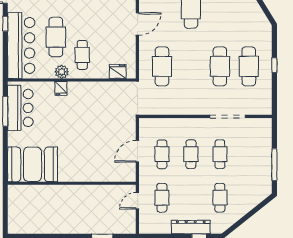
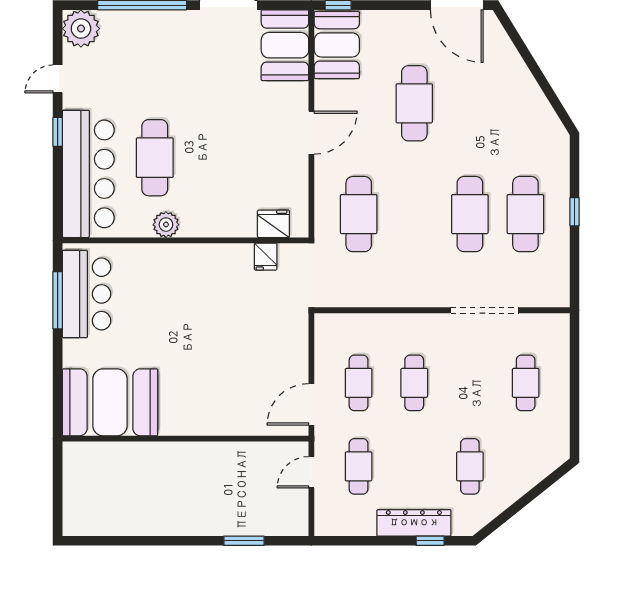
cafe table: (82, 55) -> (206, 192), removed
fridge: (61, 88) -> (266, 257), moved
door: (137, 151) -> (311, 404), moved
cafe table: (220, 154) -> (526, 383), moved
window: (274, 165) -> (575, 403), removed

